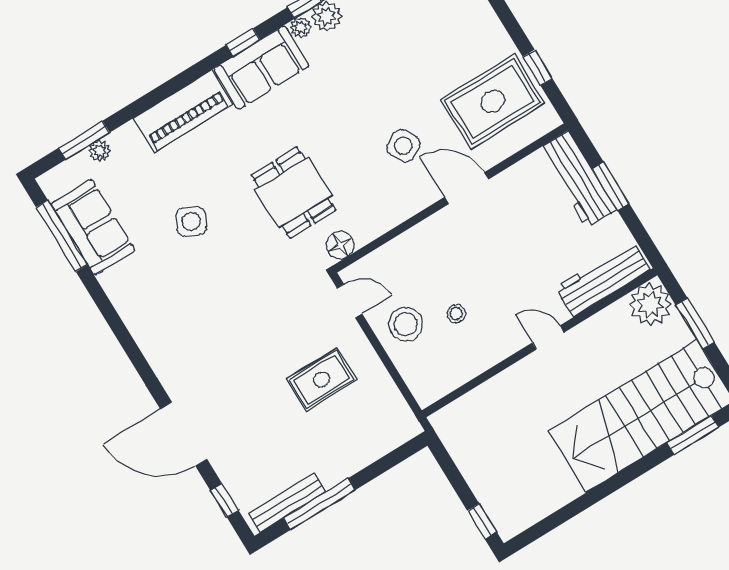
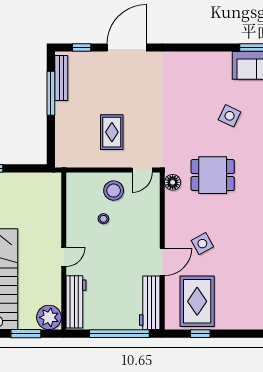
workbench: (578, 179) -> (150, 303), moved, turned -90
window: (611, 186) -> (119, 334), width x2.11

